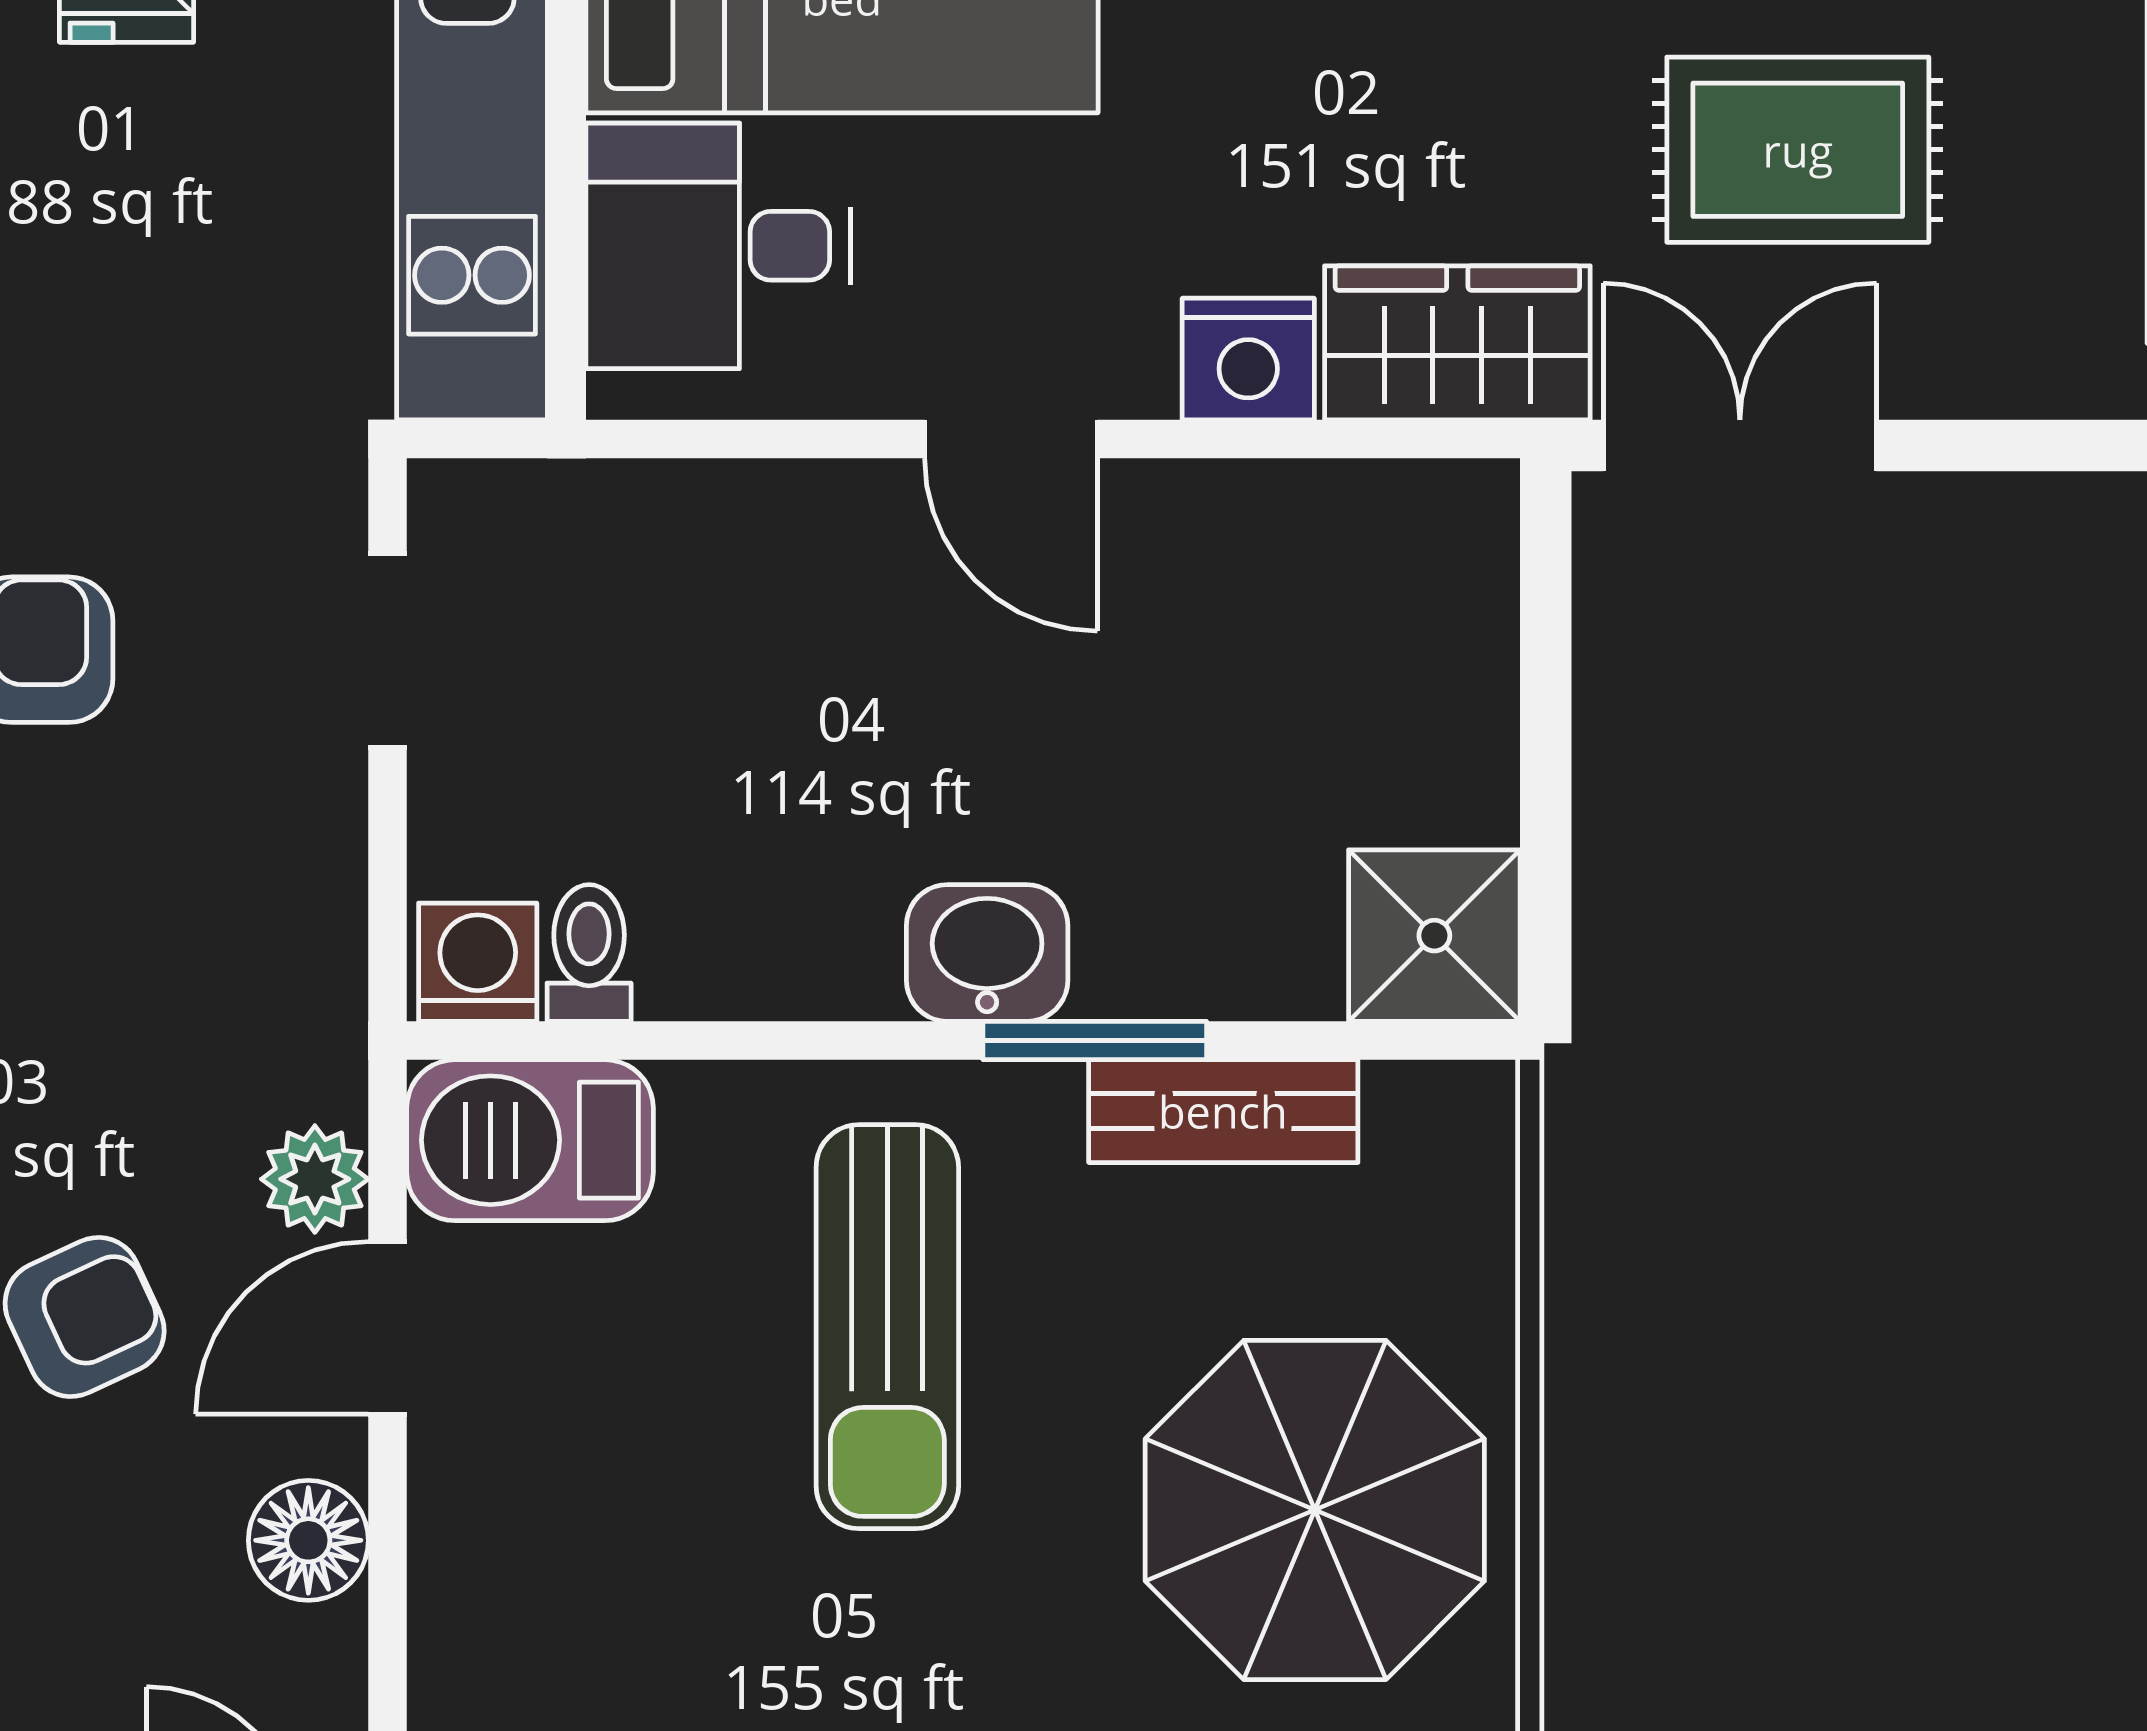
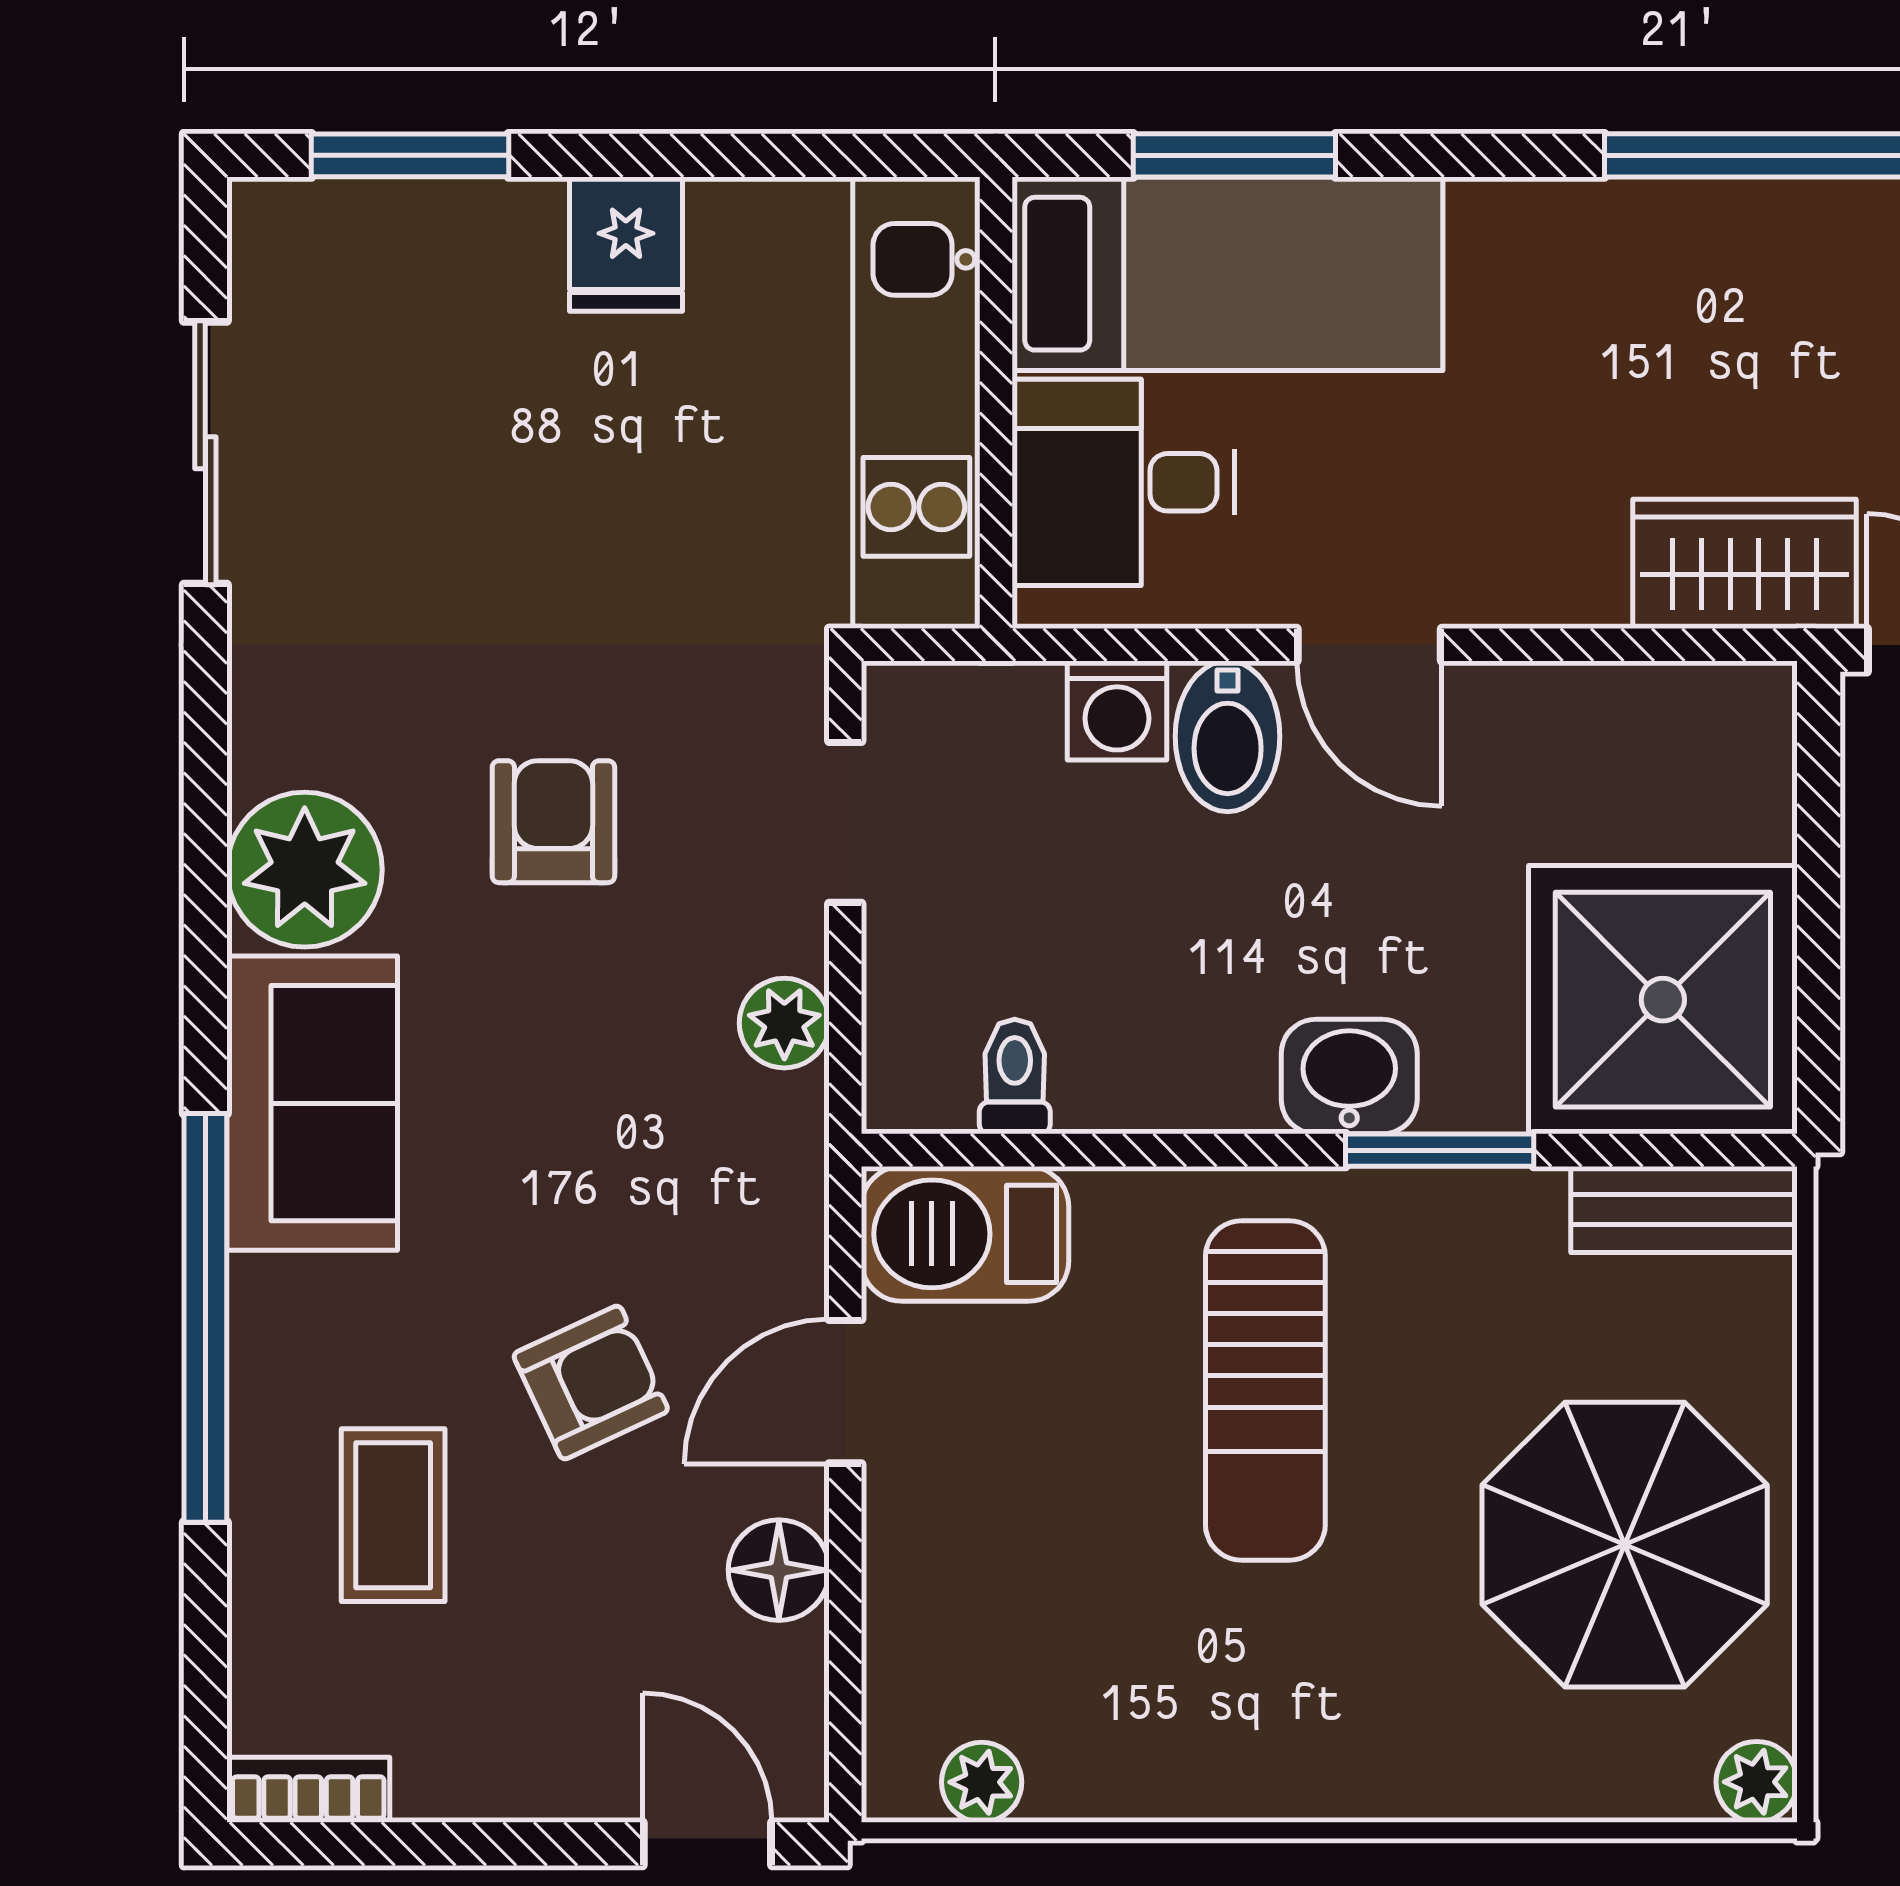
nightstand: (1248, 359) -> (1569, 577), removed
bidet: (842, 548) -> (1228, 736), added
shower: (1434, 936) -> (1663, 1000), width x1.86, depth x1.86
washing machine: (478, 962) -> (1117, 710), moved, turned 180
bench: (1223, 1111) -> (1684, 1209), moved
plant: (315, 1179) -> (784, 1023), moved

